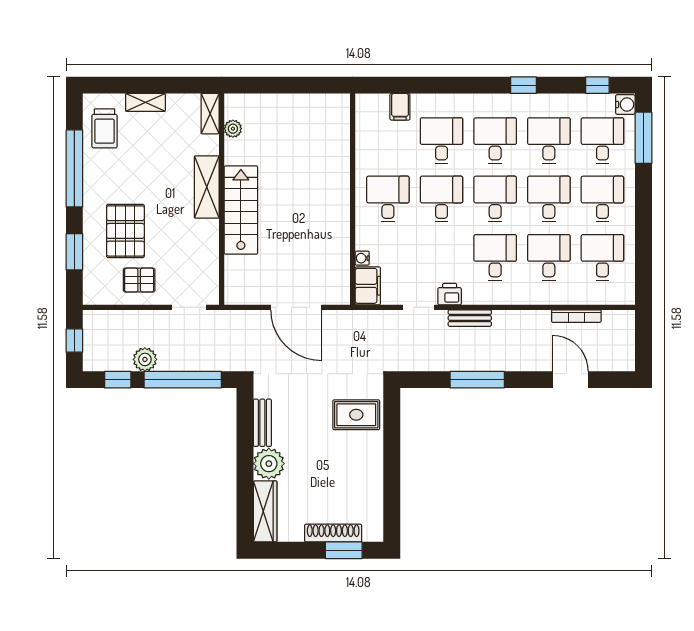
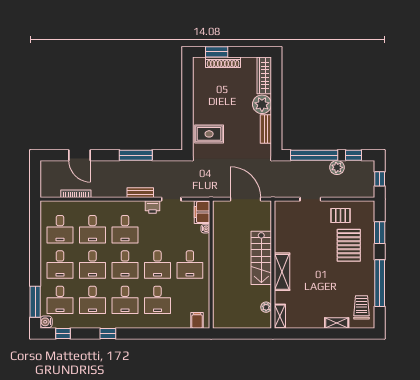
filing cabinet: (400, 107) -> (197, 320), moved
shelving: (210, 114) -> (280, 316), moved
plant: (233, 129) -> (266, 307), moved
shelving: (207, 187) -> (282, 272), moved
wall: (222, 199) -> (273, 265), moved
stairs: (241, 210) -> (261, 258), moved

